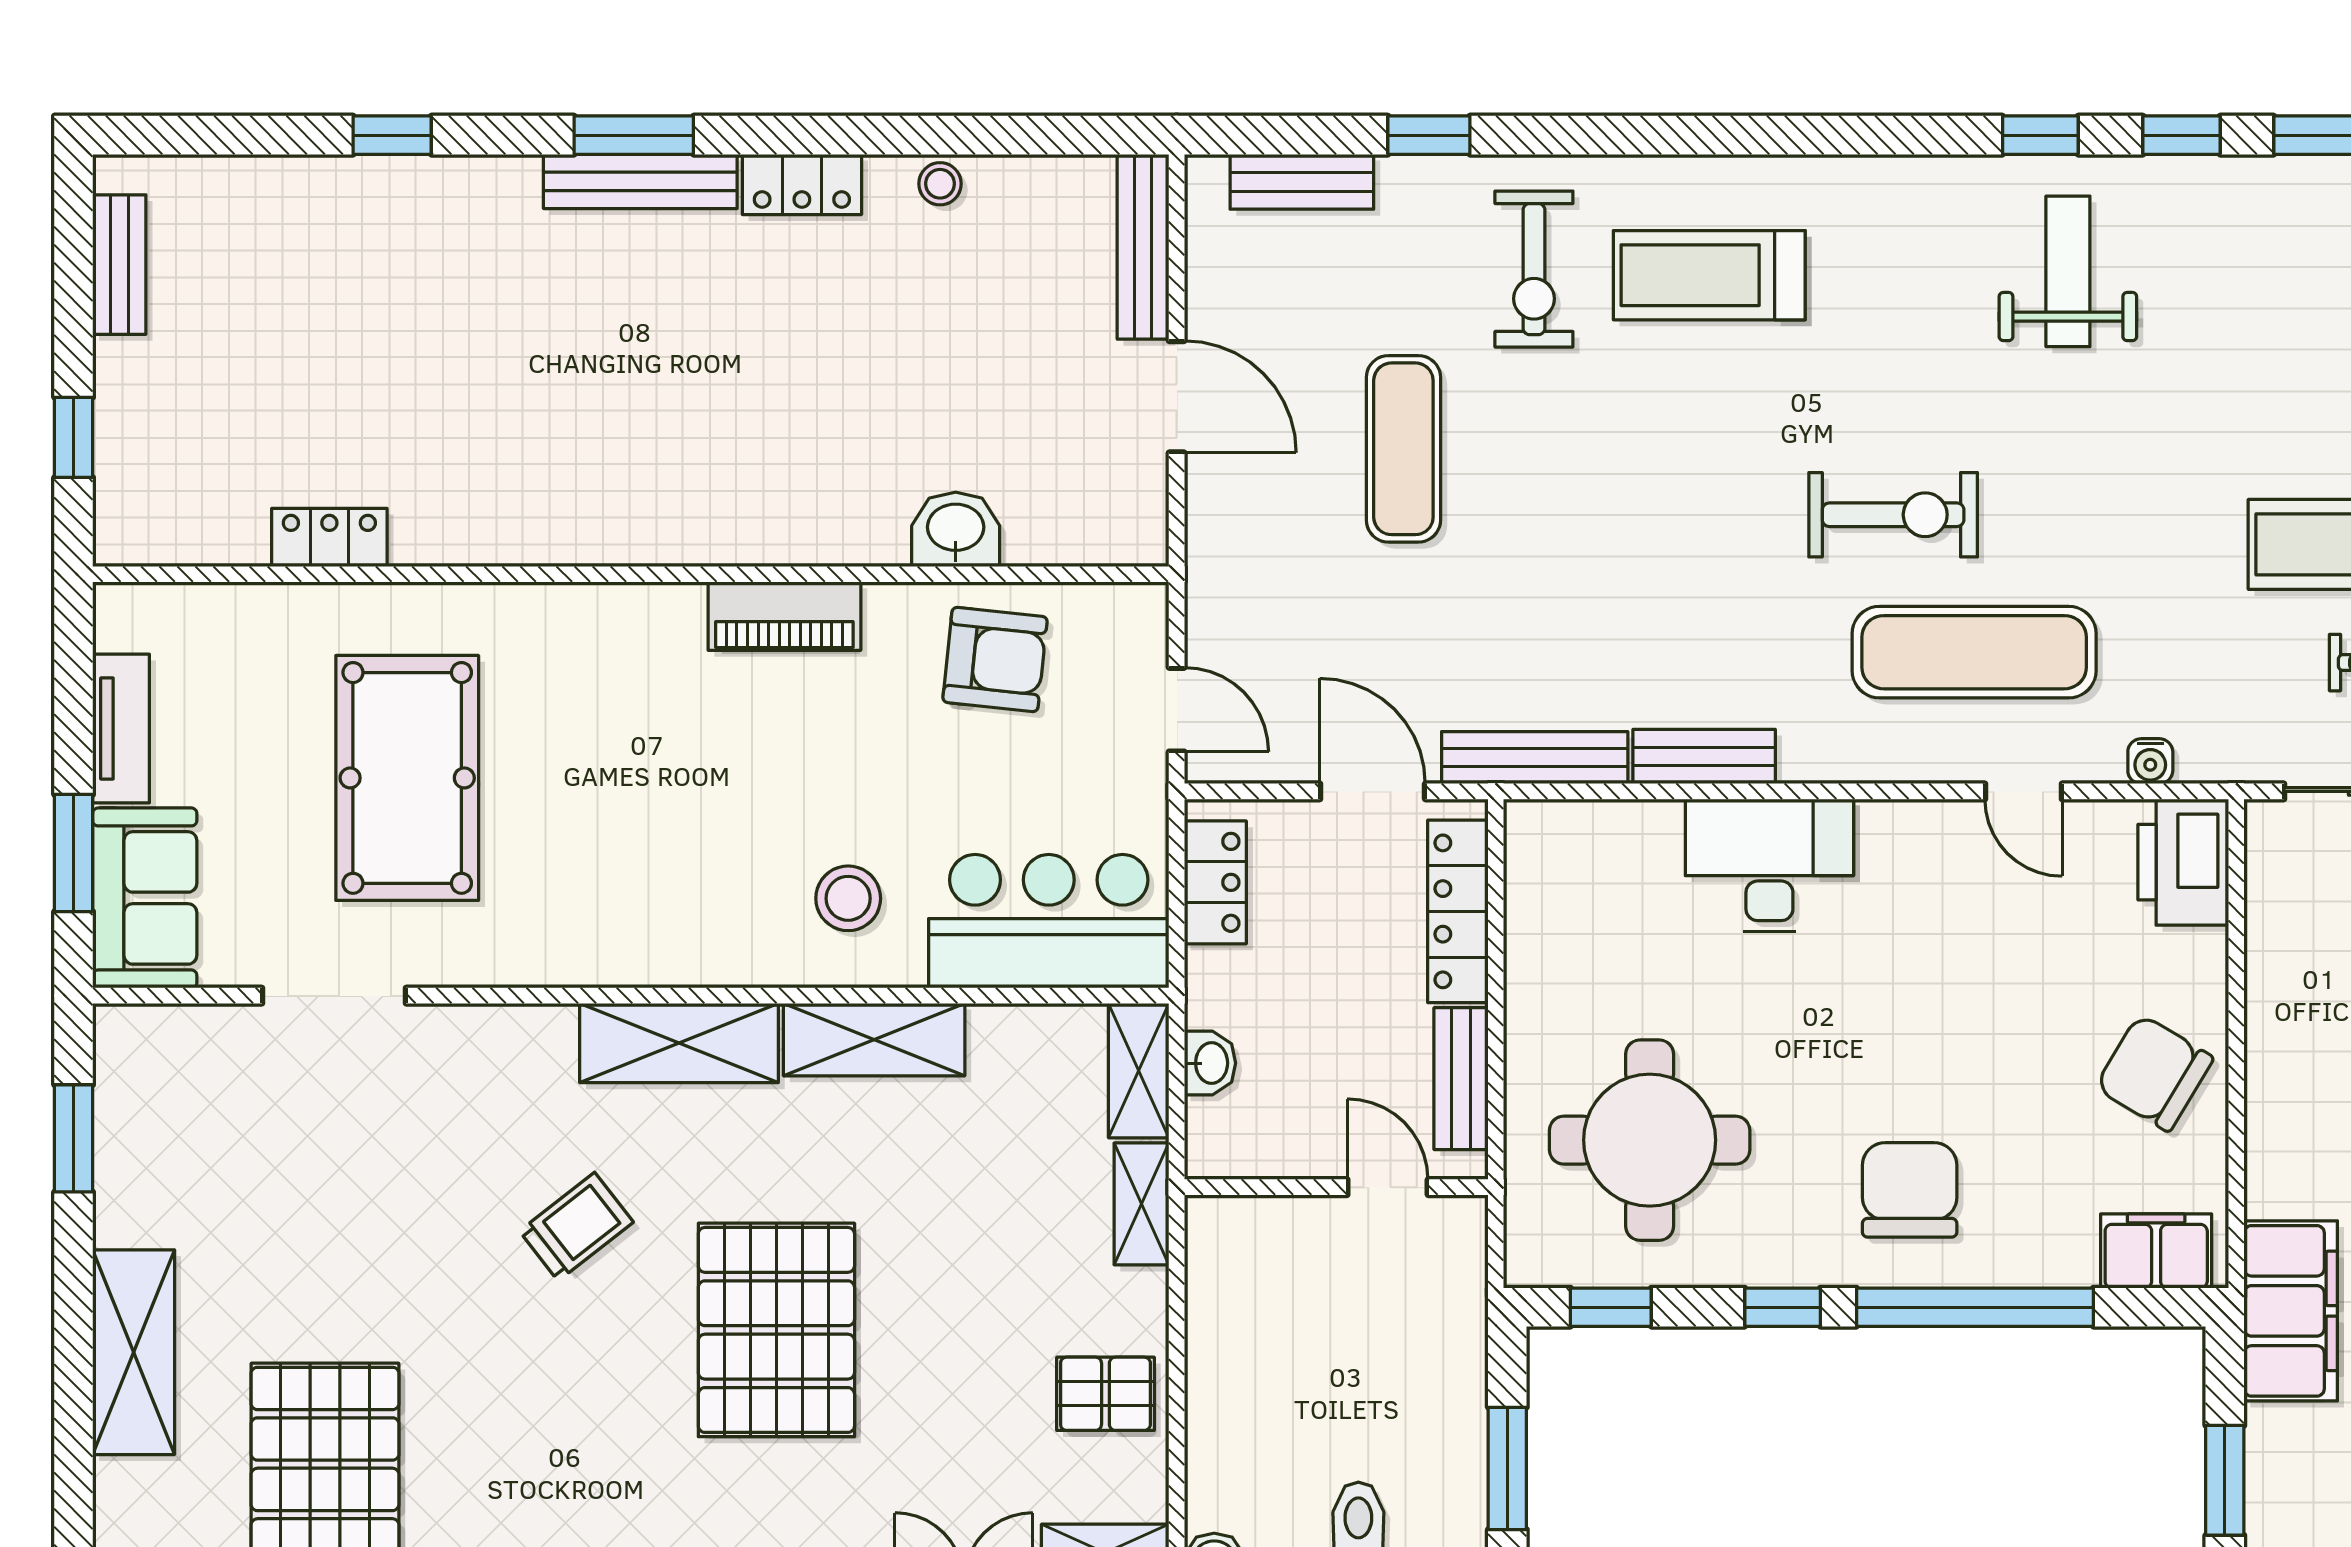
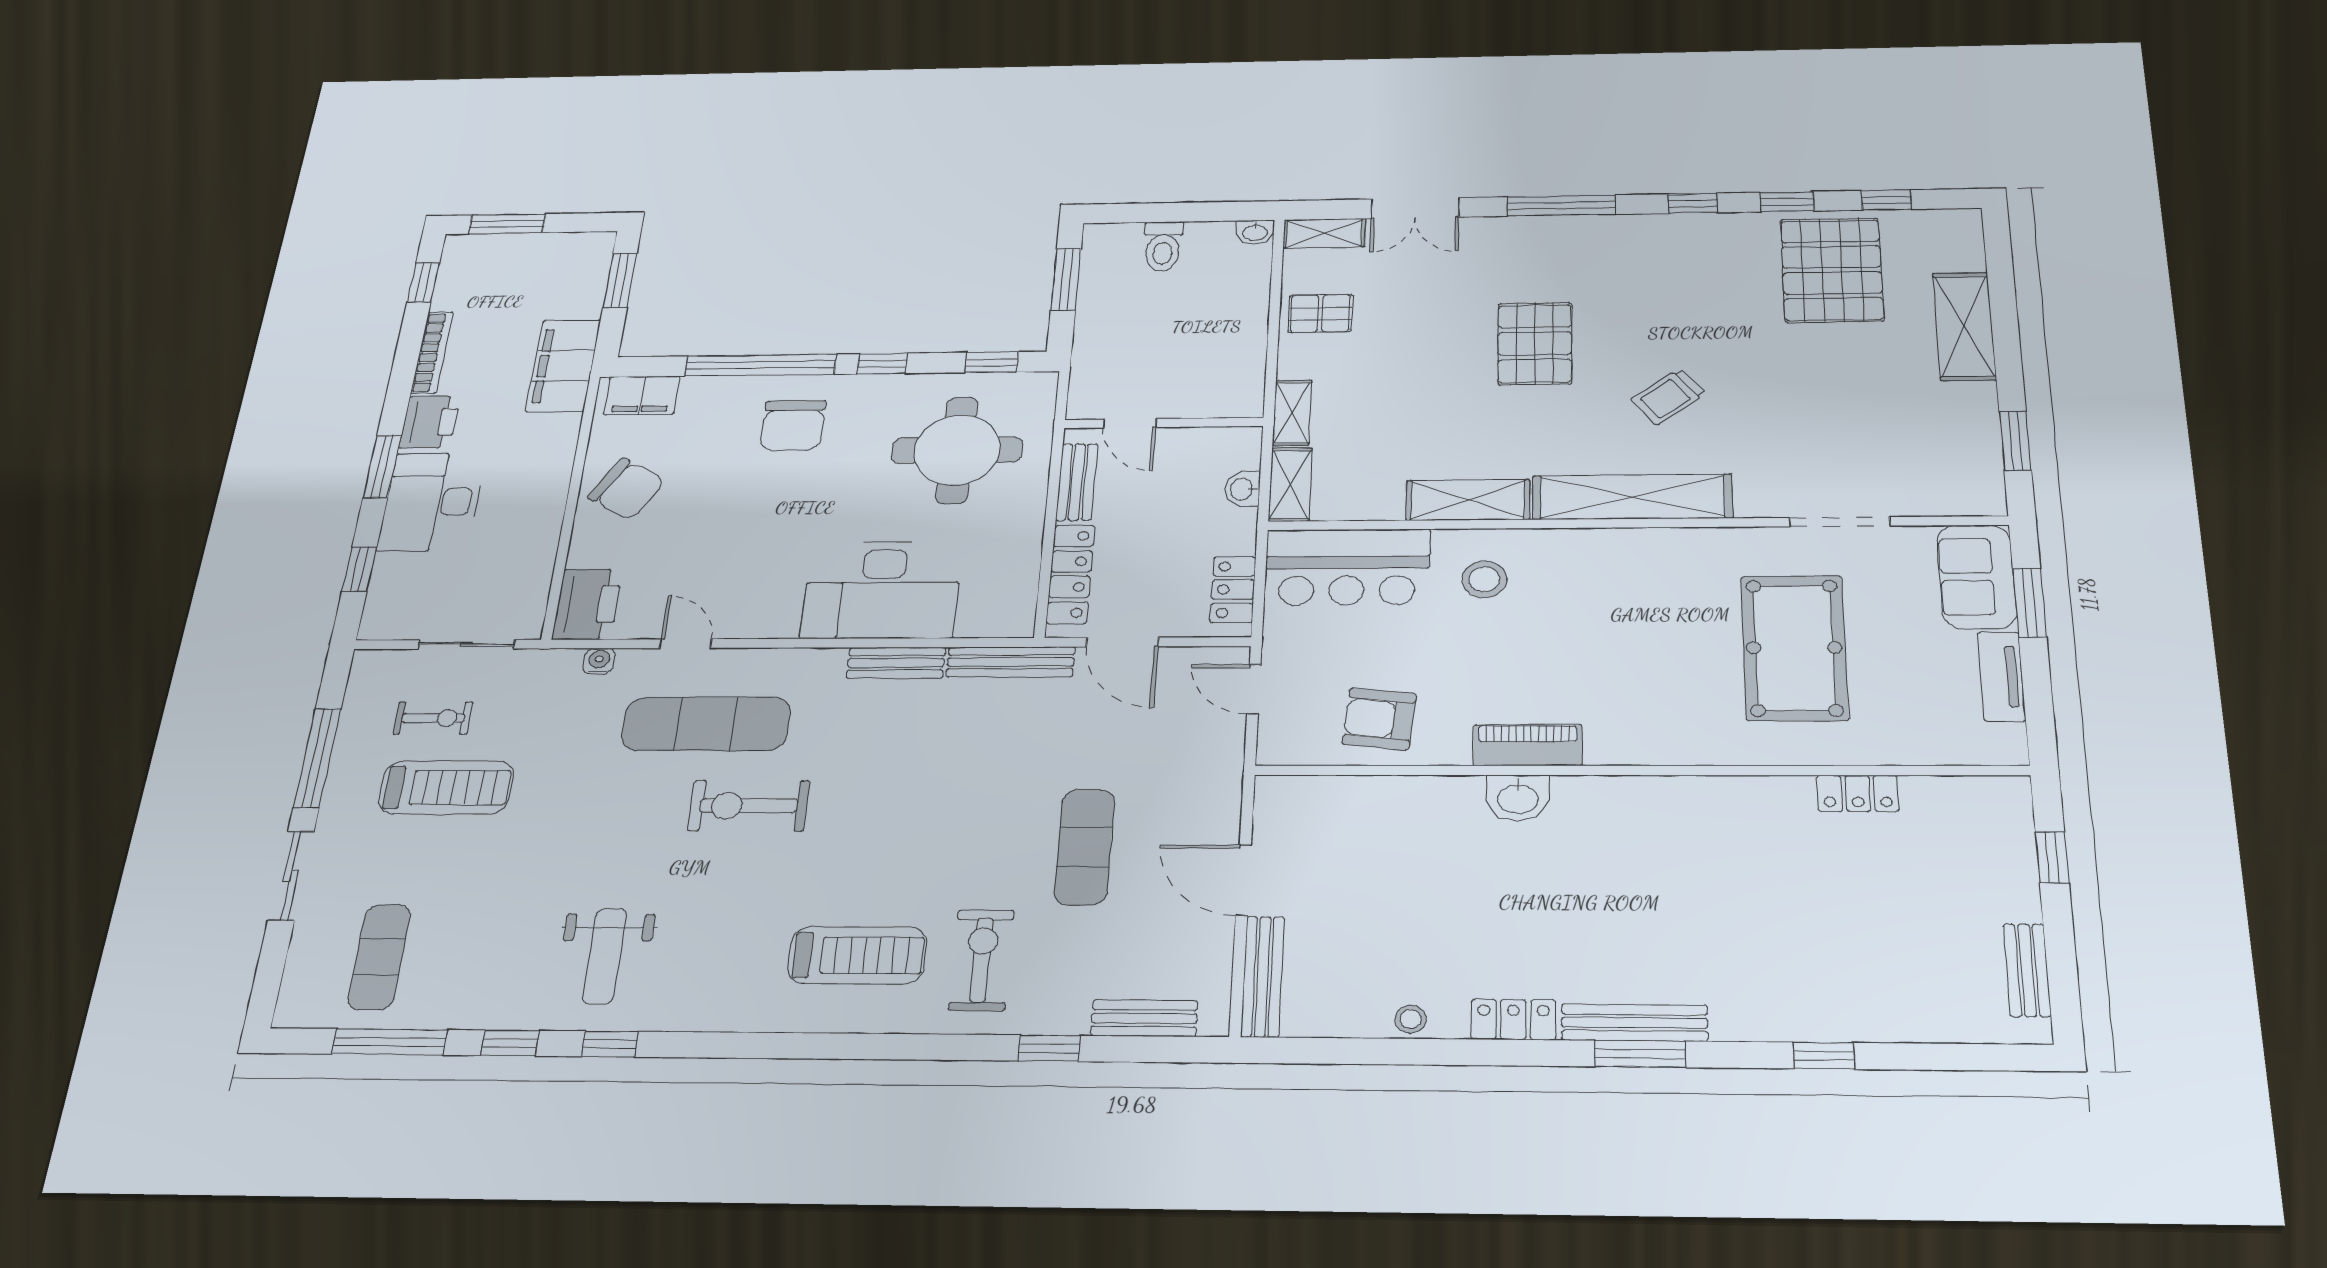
washbasin: (956, 529) -> (1518, 798), moved
desk: (1769, 865) -> (882, 590), width x1.36, depth x1.30
shelving: (679, 1043) -> (1632, 497), width x1.47
pallet: (776, 1330) -> (1535, 343), width x0.73, depth x0.71

